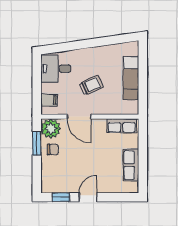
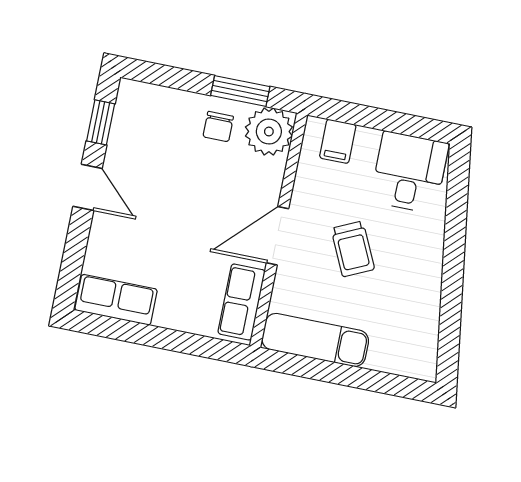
exam couch: (131, 78) -> (315, 340), moved
door: (79, 117) -> (277, 236), moved
row of seats: (131, 165) -> (116, 300), moved

